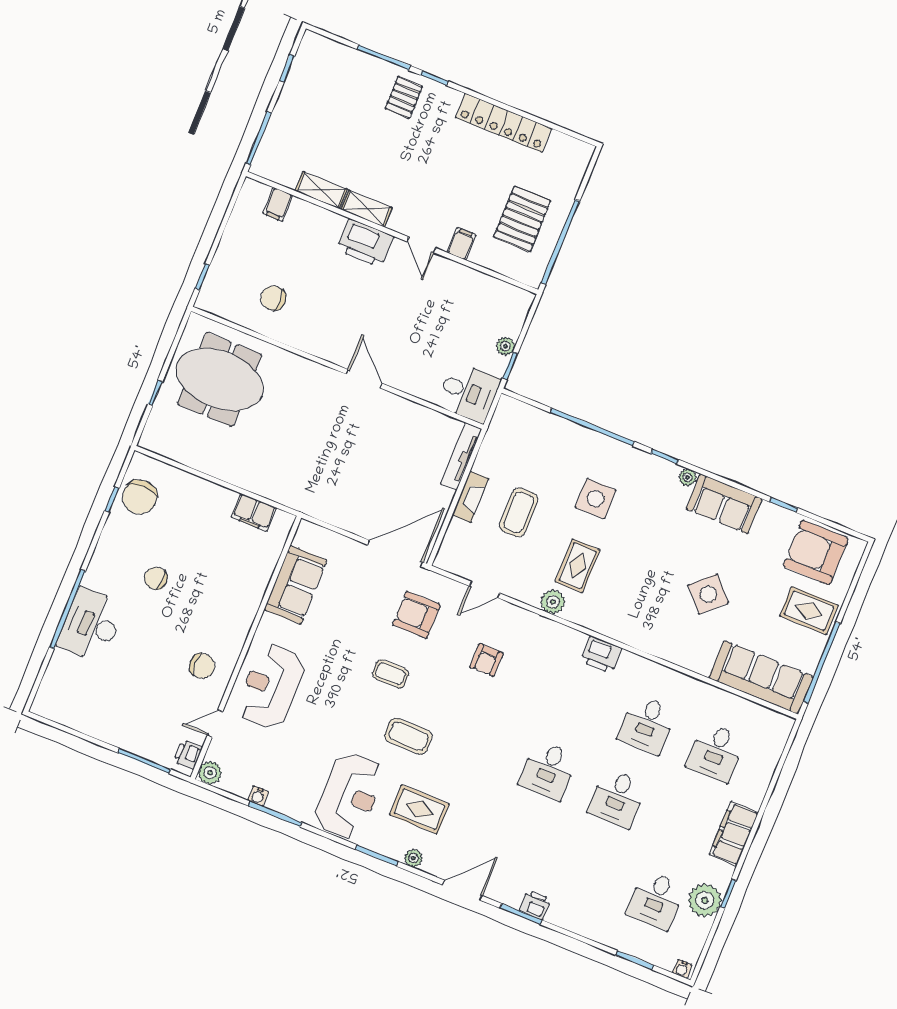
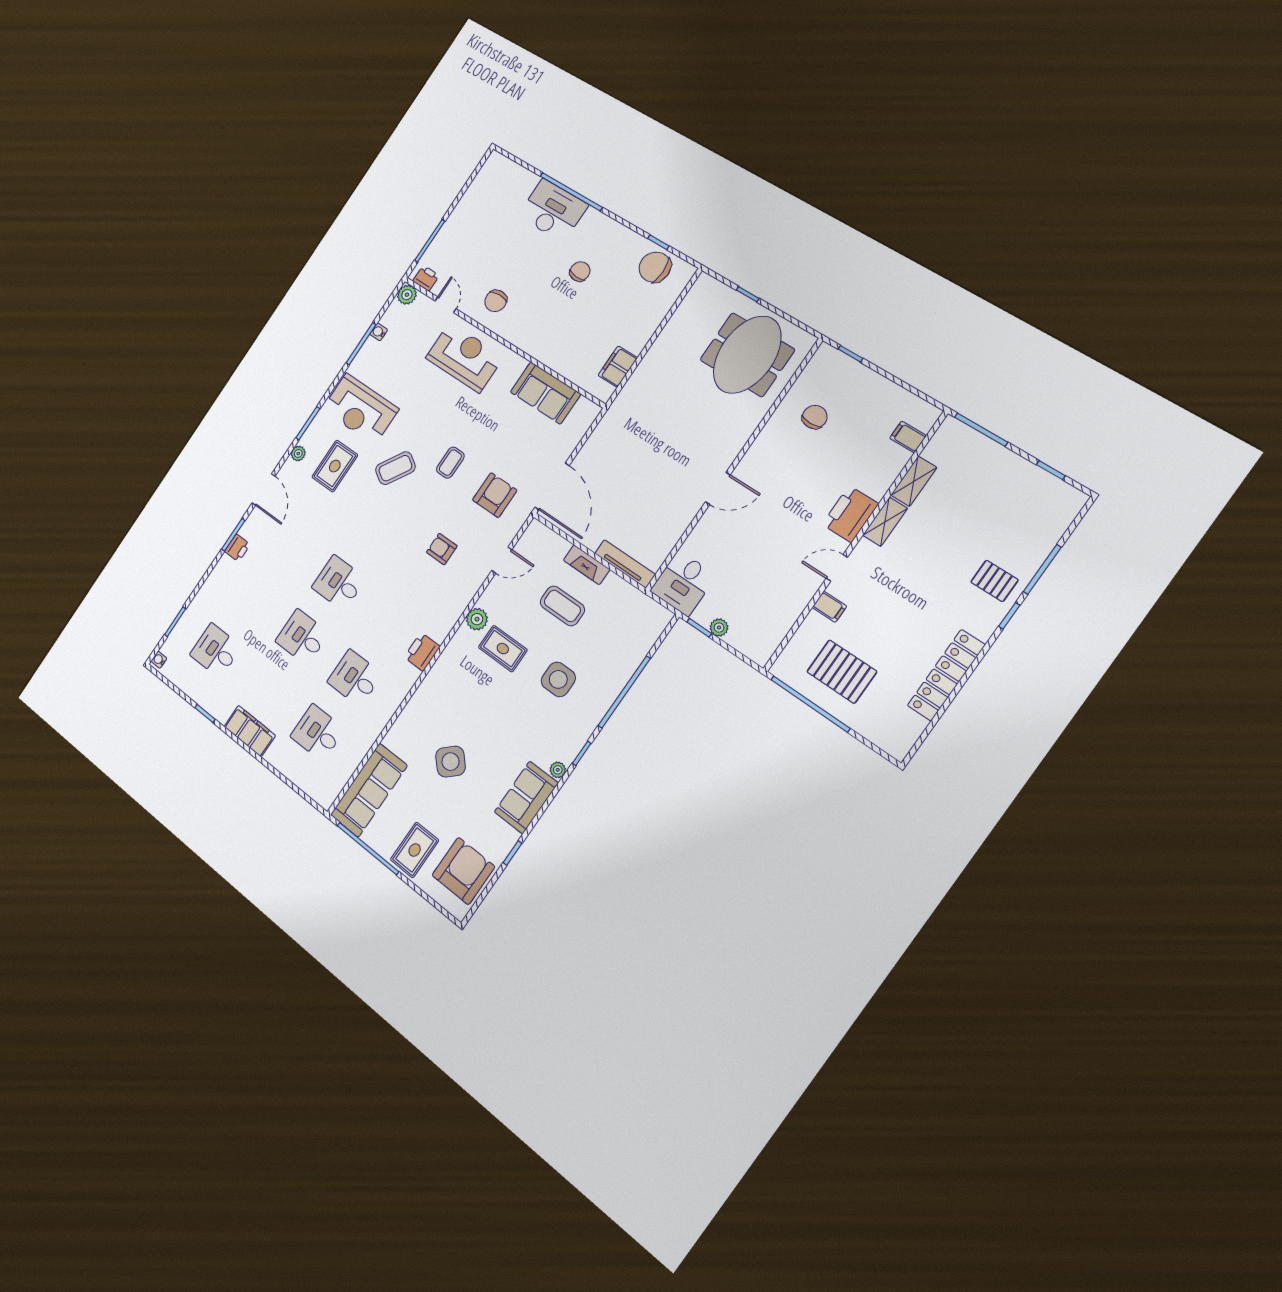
door: (485, 590) -> (502, 560), swing flipped
coffee table: (408, 736) -> (395, 468), turned 32
plant: (705, 900) -> (205, 692), removed

